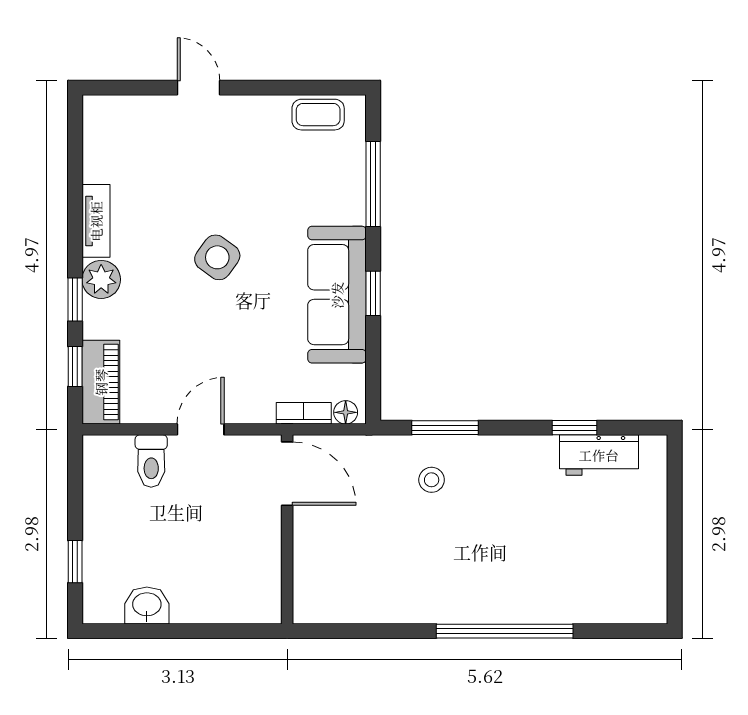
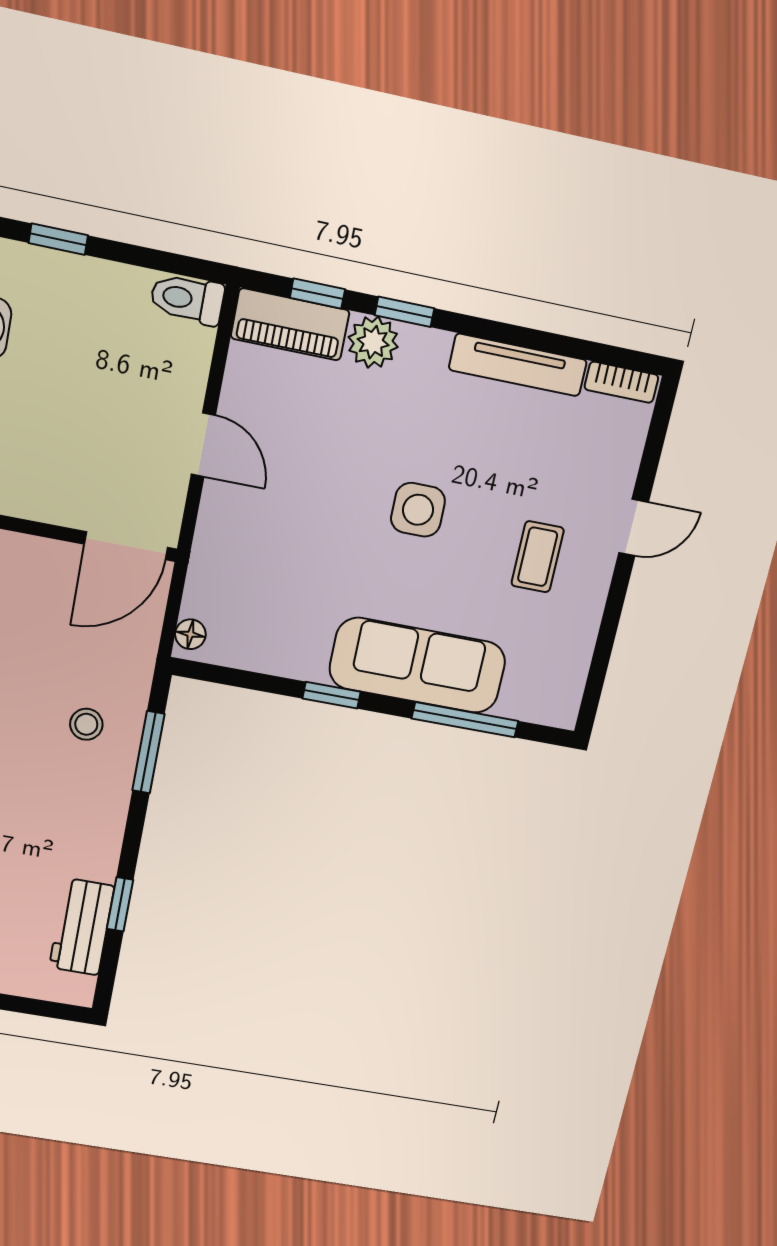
coffee table: (318, 115) -> (538, 557), moved
tv unit: (96, 221) -> (518, 365), width x1.41
side table: (217, 257) -> (418, 510), turned -36
plant: (101, 279) -> (373, 342), moved
sofa: (337, 295) -> (417, 665), moved
bookcase: (304, 413) -> (621, 382), moved, turned 90
toilet: (151, 461) -> (187, 299), moved

